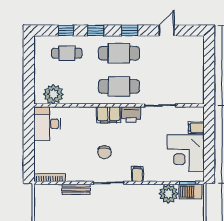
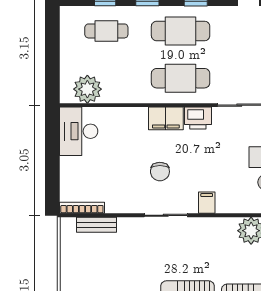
bench: (76, 190) -> (96, 225), moved

